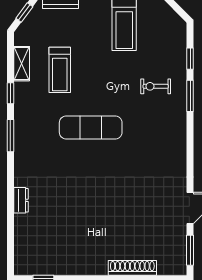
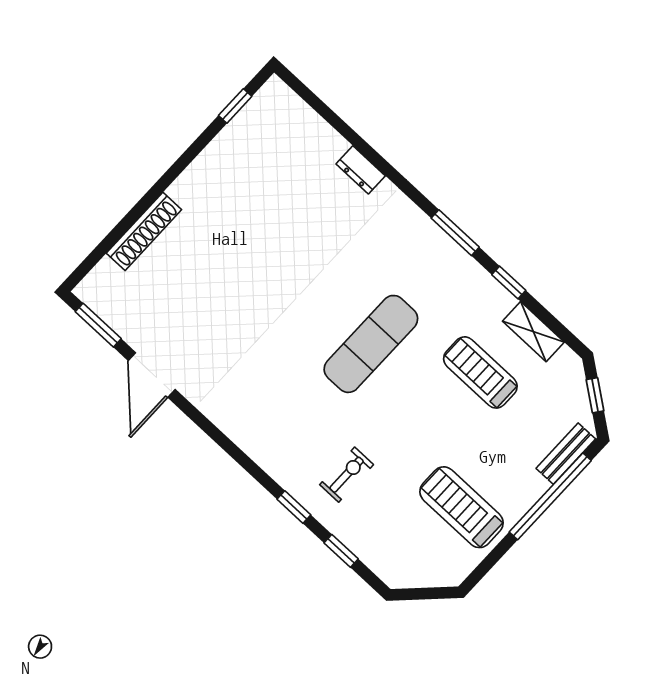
window: (190, 96) -> (294, 507), width x0.67

